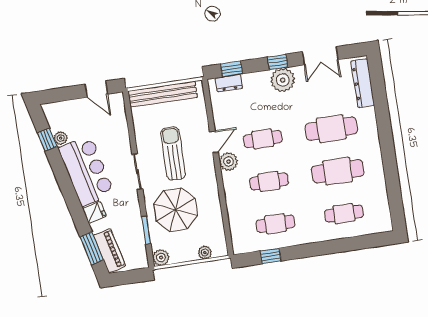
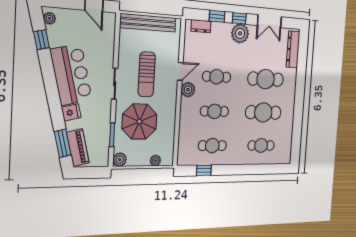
window: (232, 69) -> (217, 16), moved
plant: (61, 138) -> (49, 18), moved
sun lounger: (173, 154) -> (147, 74), turned 180

